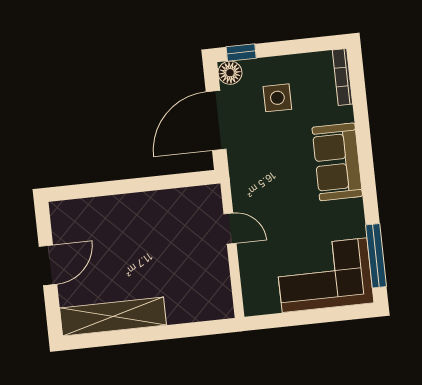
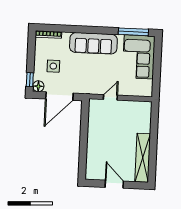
door: (216, 121) -> (59, 96), hinge flipped
sofa: (337, 162) -> (93, 43), width x1.36

